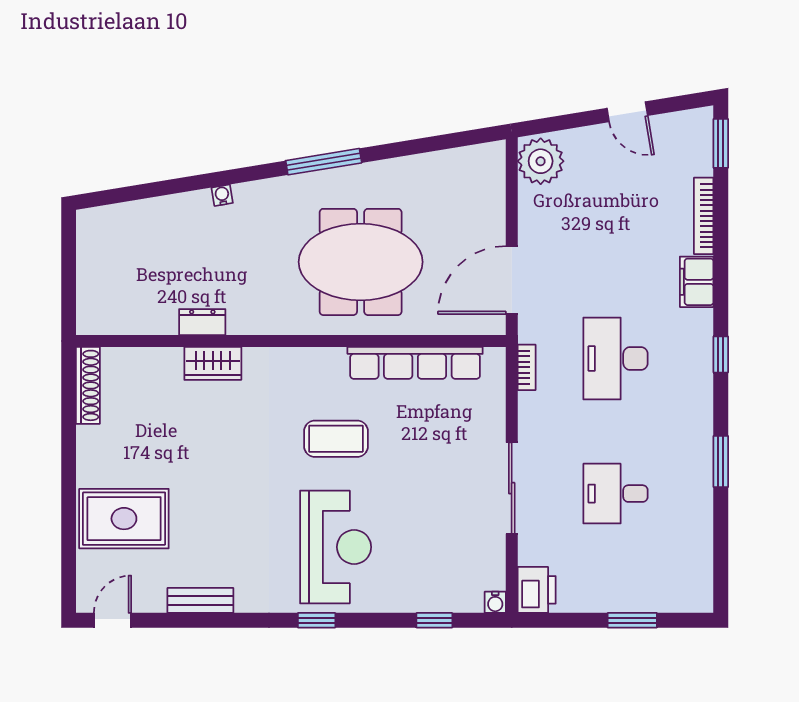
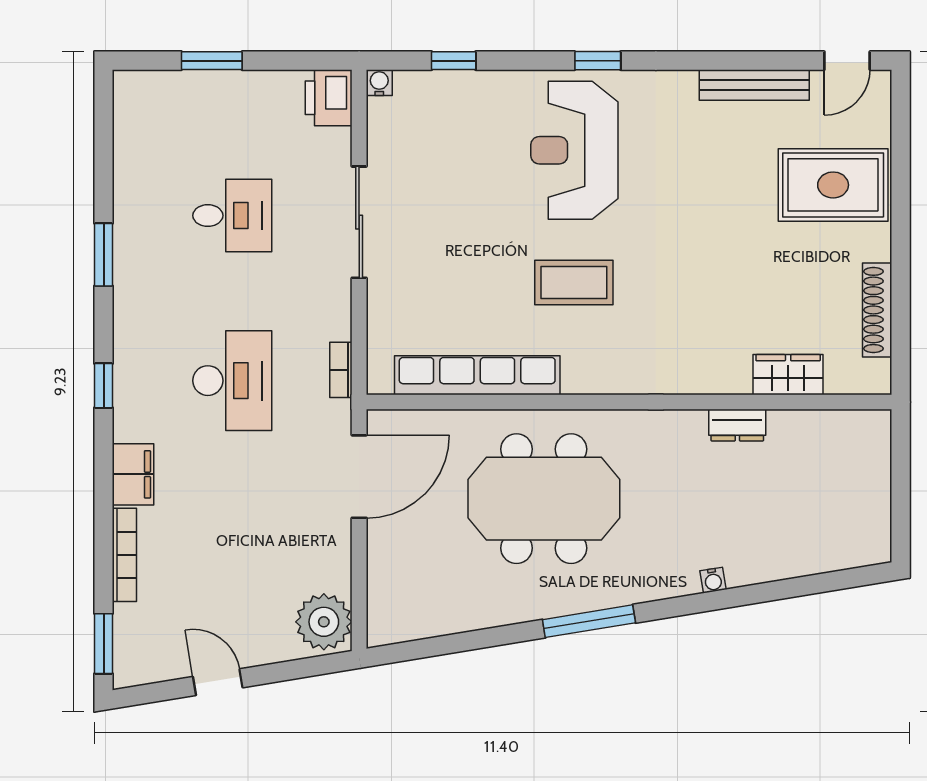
wardrobe: (213, 363) -> (788, 375), moved
shoe rack: (88, 385) -> (877, 310), moved
bench: (200, 600) -> (754, 85), width x1.36

